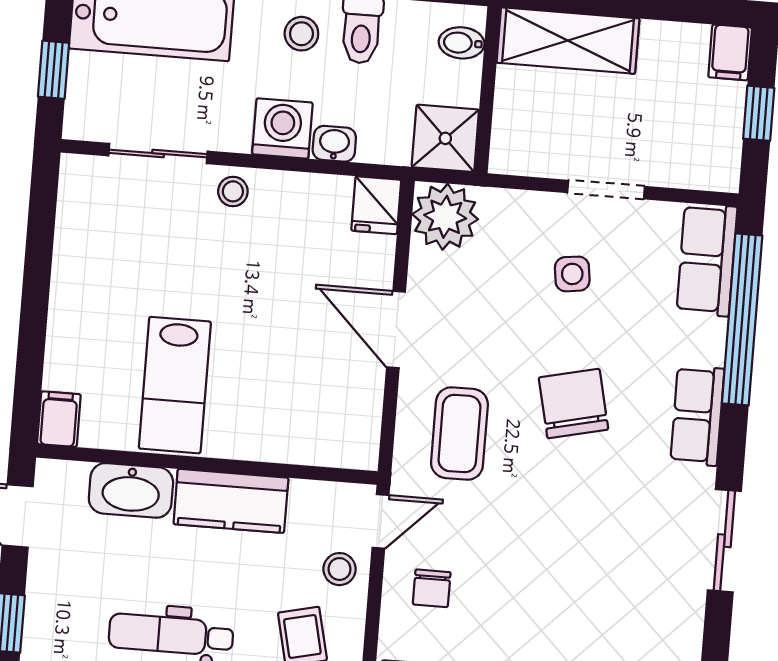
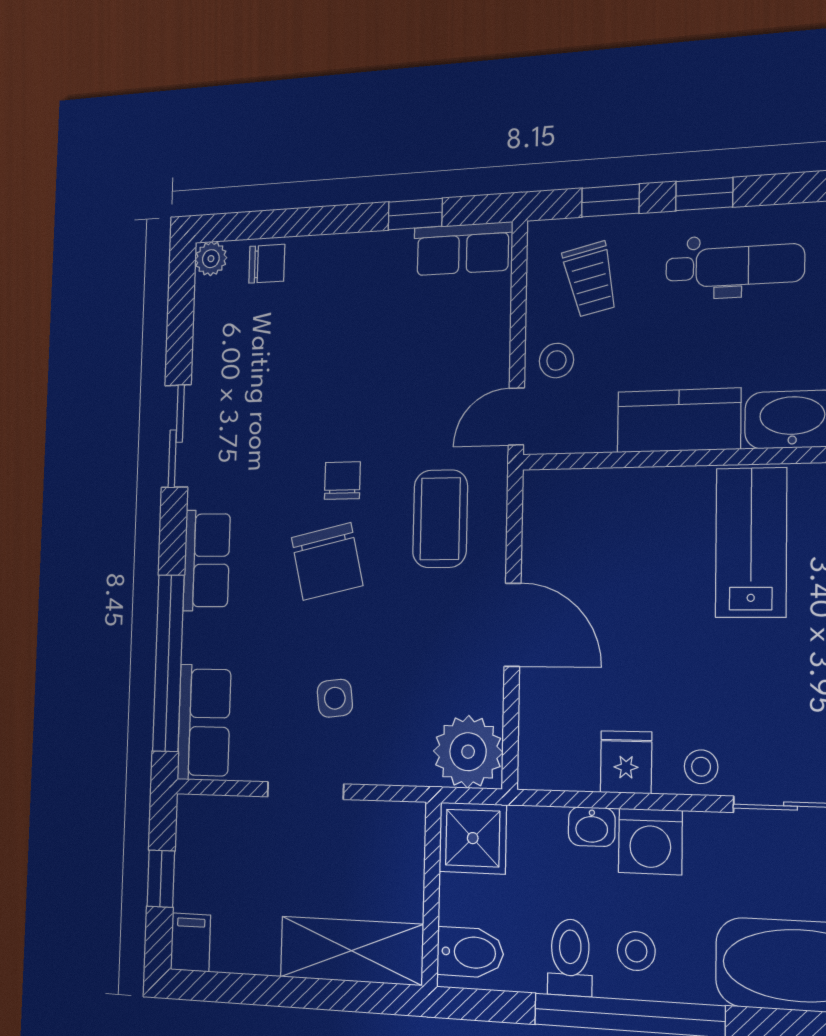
bidet: (462, 43) -> (470, 952), width x1.38, depth x1.36
fridge: (376, 205) -> (626, 762), moved
chair: (432, 588) -> (342, 481), moved

